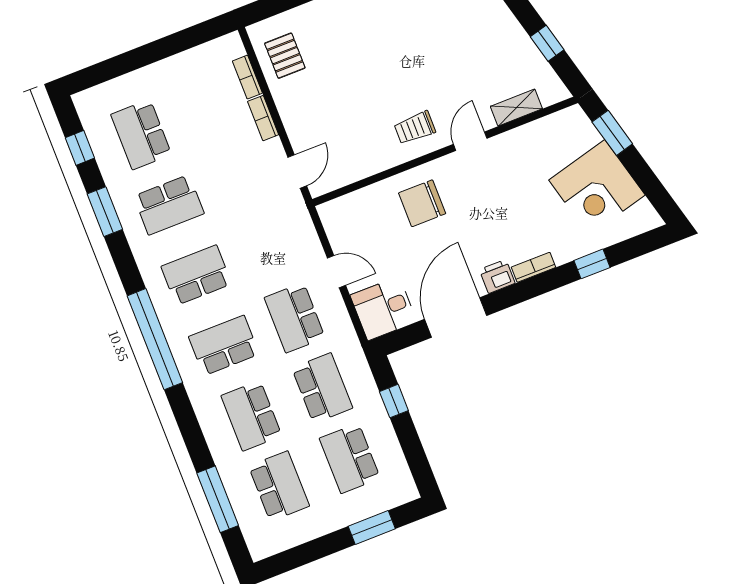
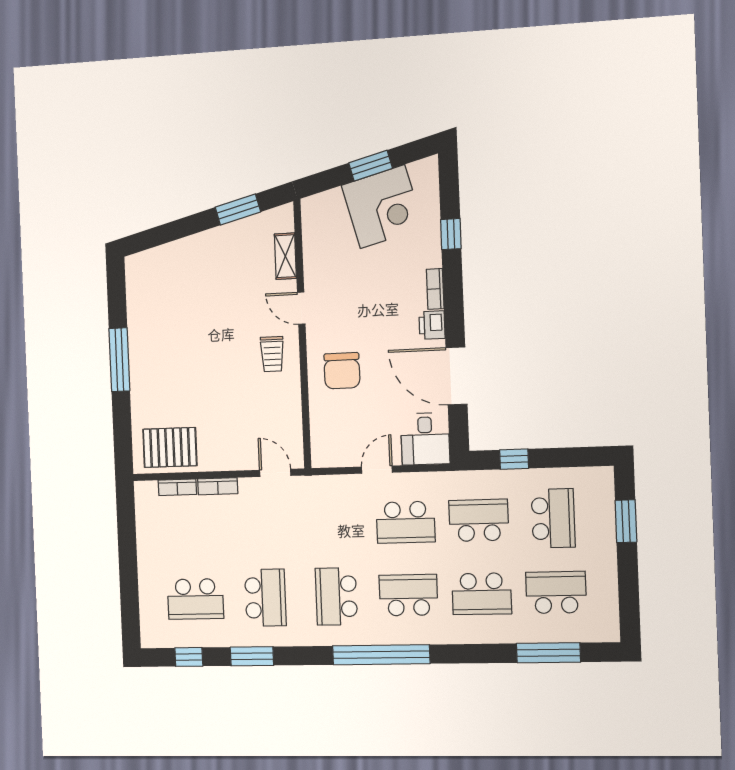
window: (547, 43) -> (238, 209), width x1.50
pallet: (285, 56) -> (170, 447), width x1.50, depth x1.42
window: (612, 133) -> (371, 166), moved
school desk: (224, 345) -> (408, 595), turned 90
school desk: (350, 458) -> (553, 518), turned -90

